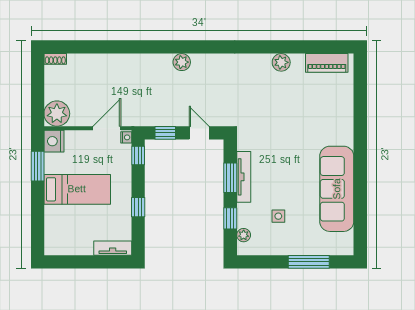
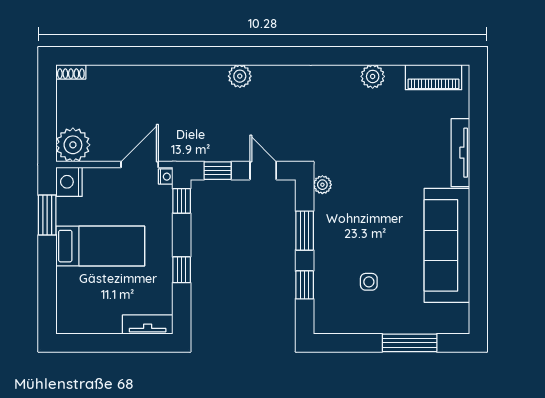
tv unit: (244, 177) -> (460, 153), moved, turned 180
plant: (244, 235) -> (322, 185), moved

